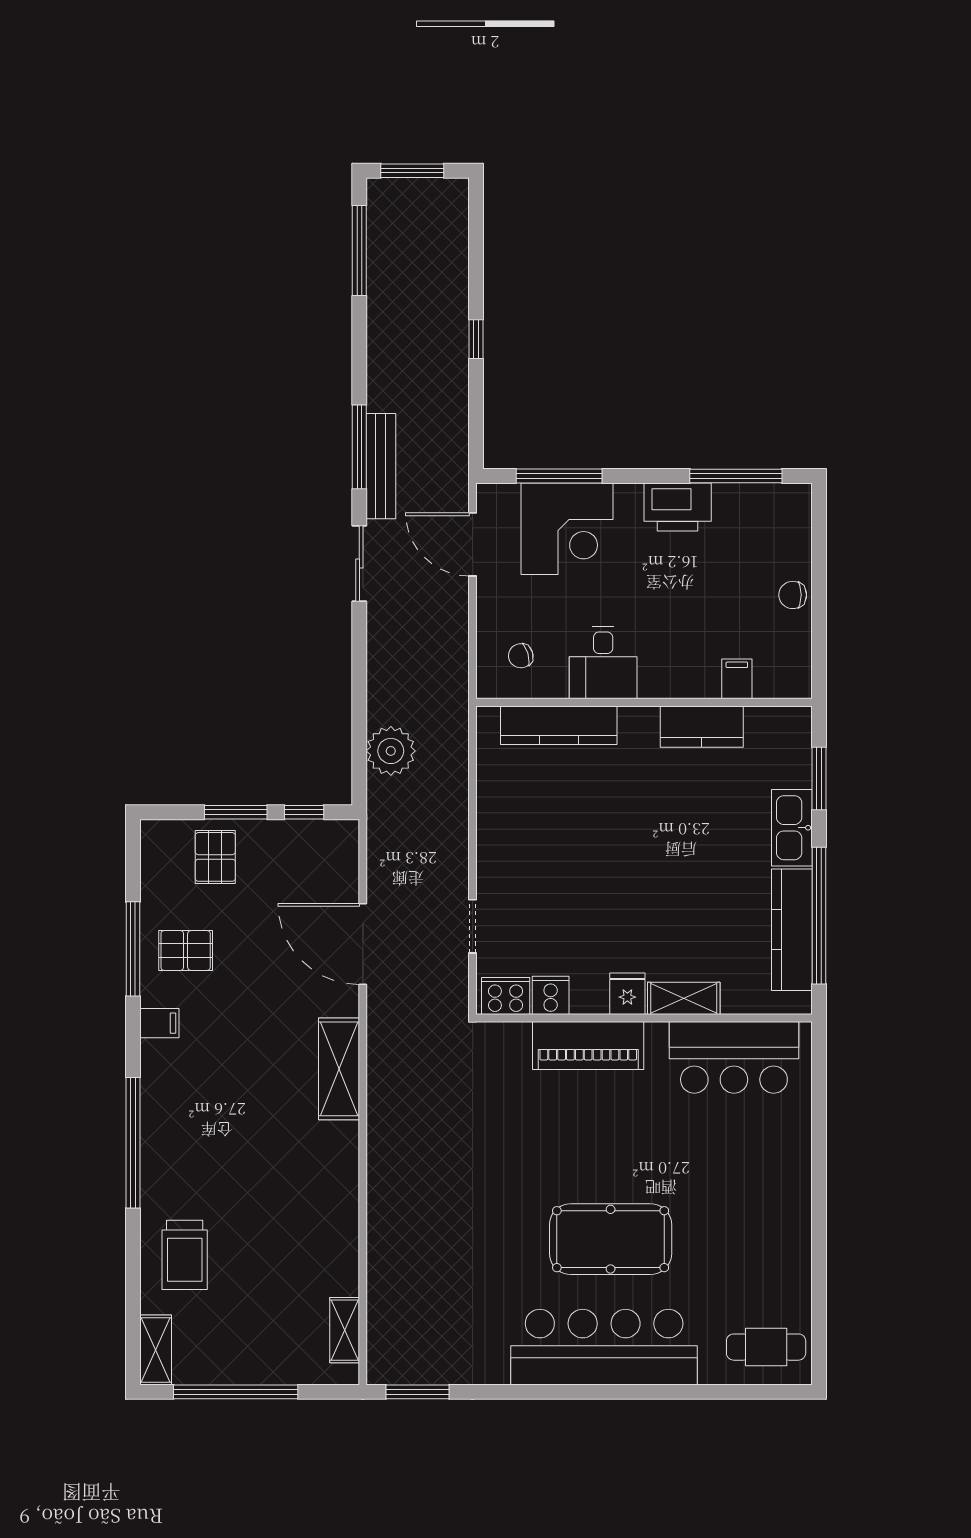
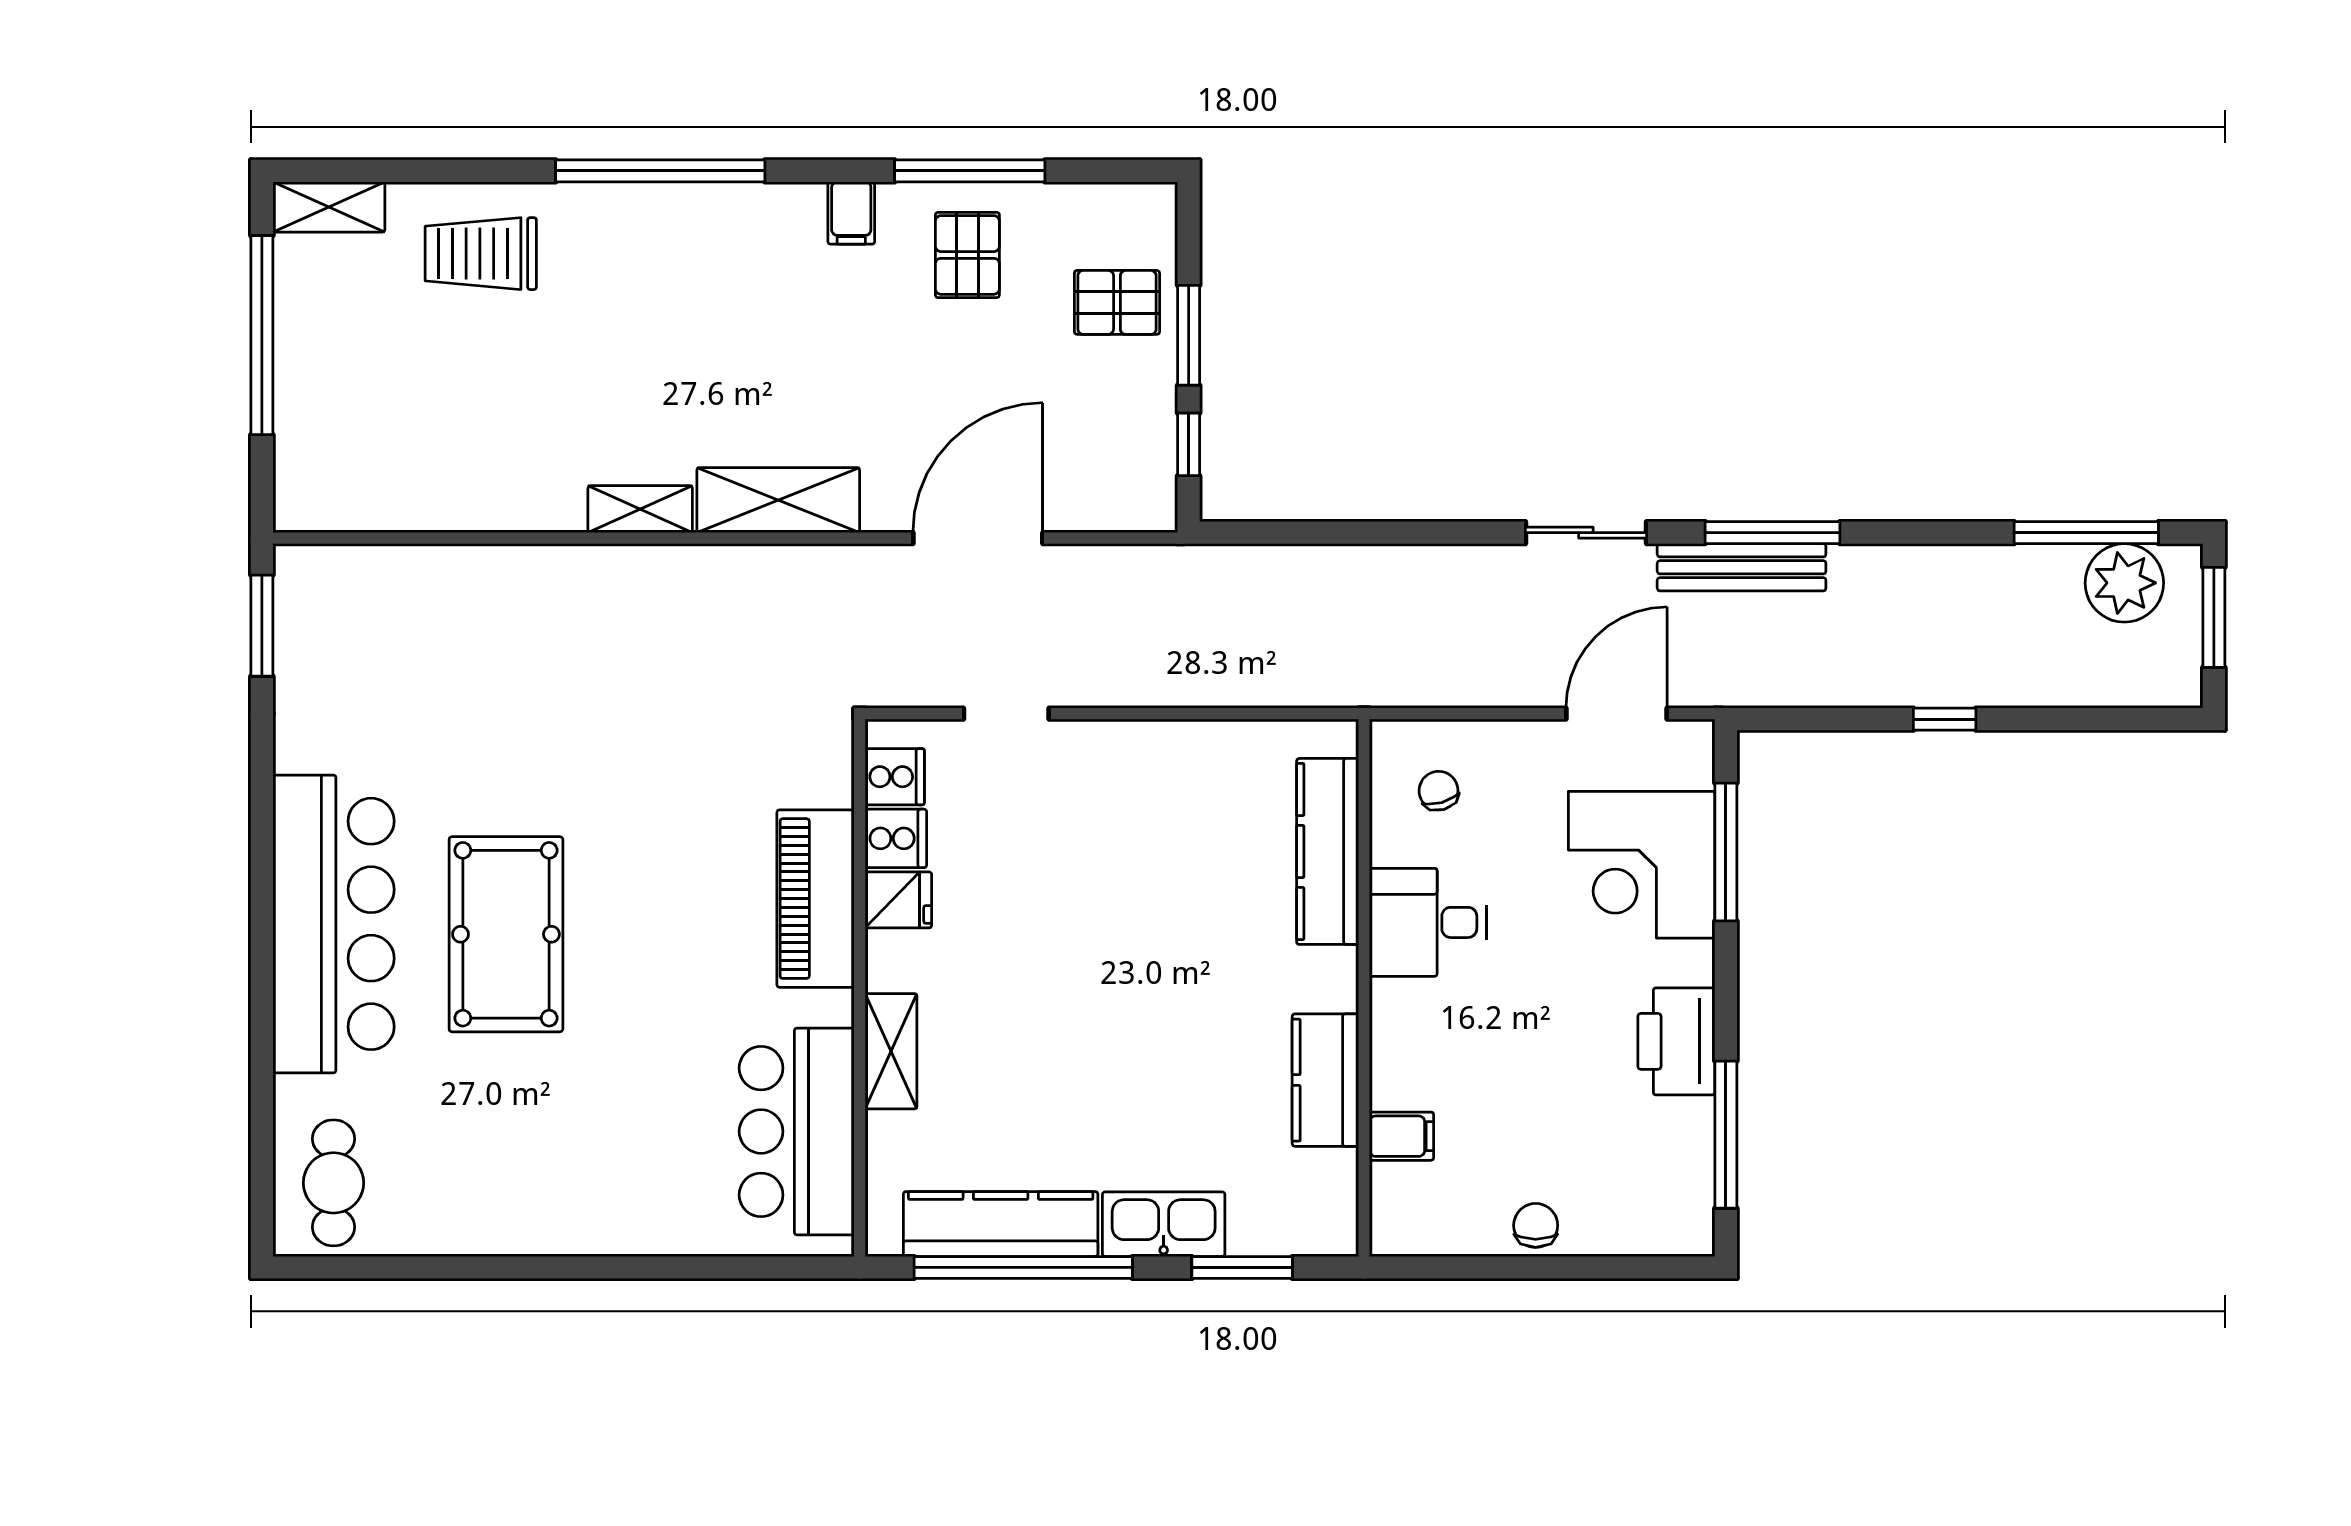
plant: (391, 751) -> (2124, 583), moved
fridge: (627, 994) -> (898, 900), moved
cooker: (506, 996) -> (895, 777), width x0.73
shelving: (345, 1330) -> (640, 509), moved

